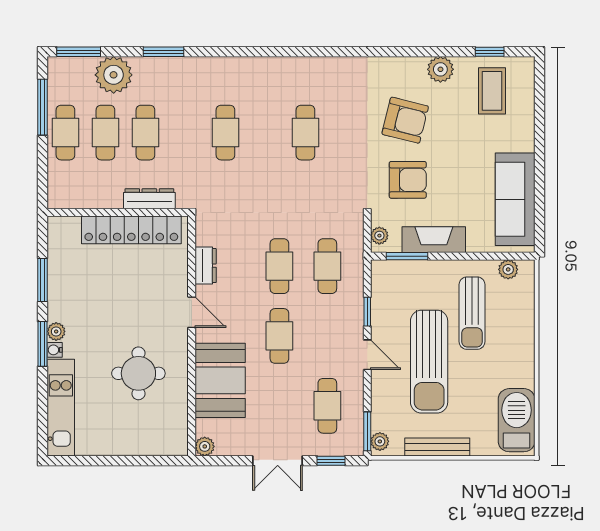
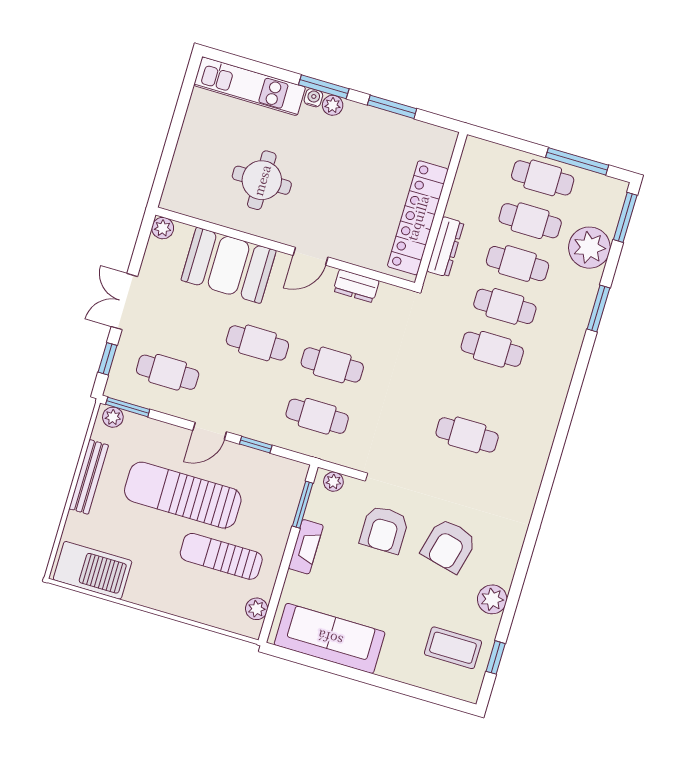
cafe table: (185, 133) -> (505, 306), added
fireplace: (434, 240) -> (306, 547), width x0.73, depth x0.76

